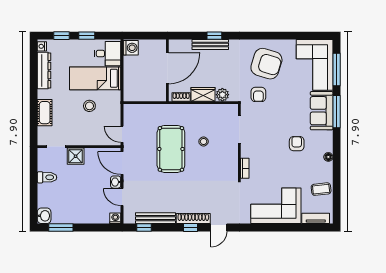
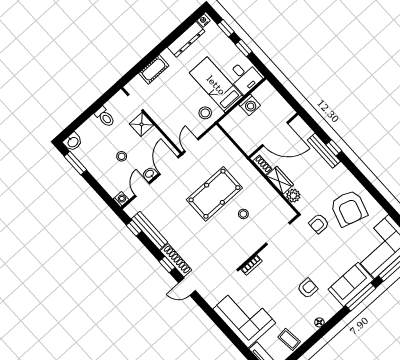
washing machine: (131, 48) -> (250, 105), moved
stool: (89, 106) -> (205, 113), moved
stool: (85, 191) -> (122, 156), added

